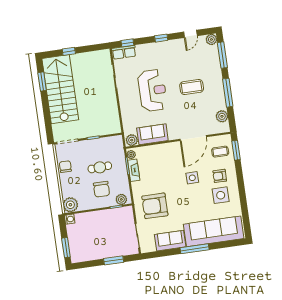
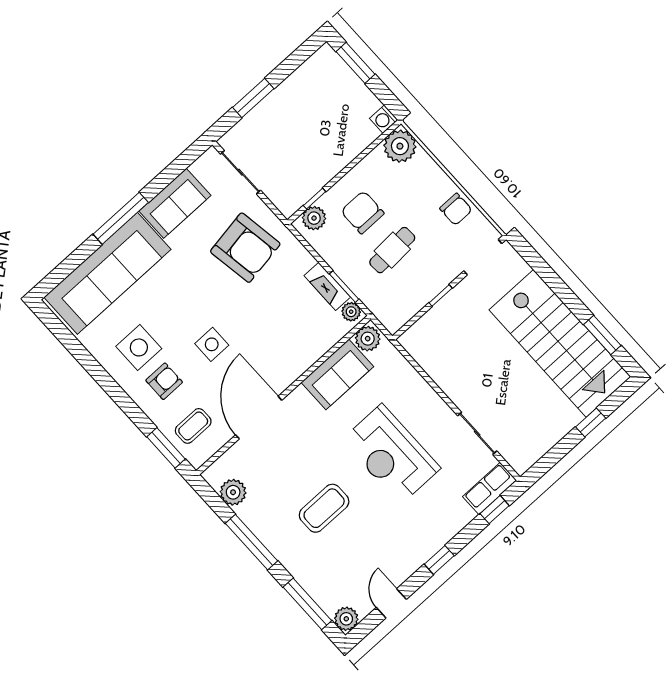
armchair: (155, 206) -> (245, 248), turned 81

